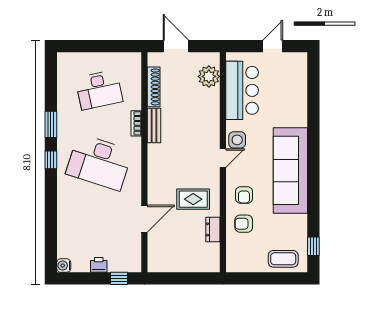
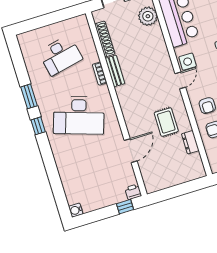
rug: (193, 199) -> (166, 122), turned 90
printer: (99, 265) -> (133, 192), moved

